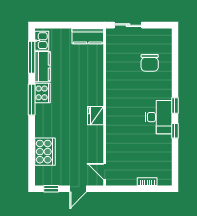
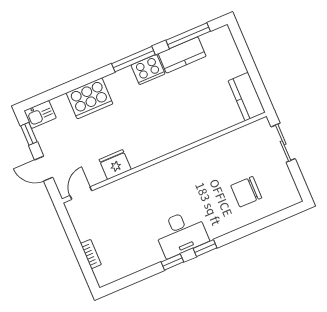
kitchen sink: (42, 41) -> (40, 114), moved
fridge: (95, 116) -> (115, 165), moved
cooker: (45, 152) -> (90, 98), moved

